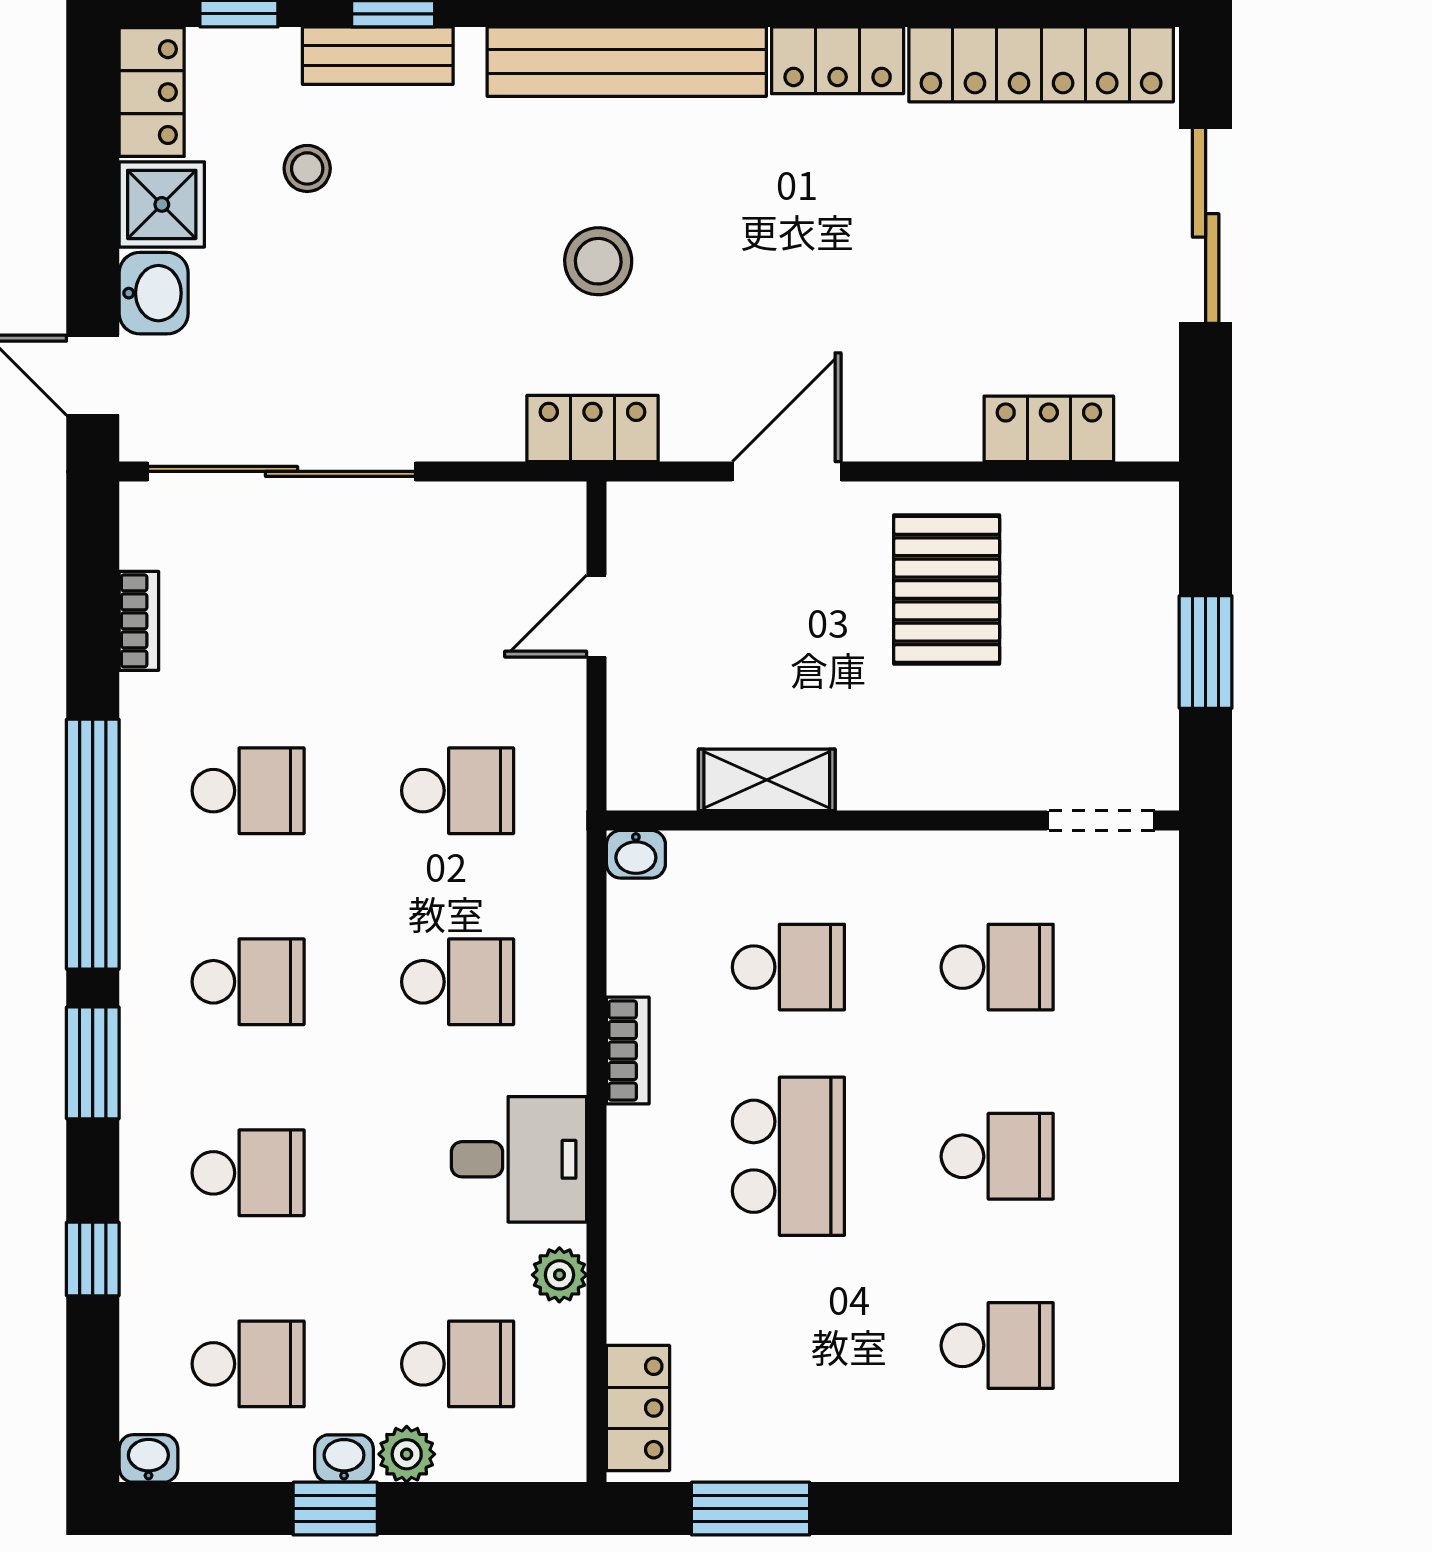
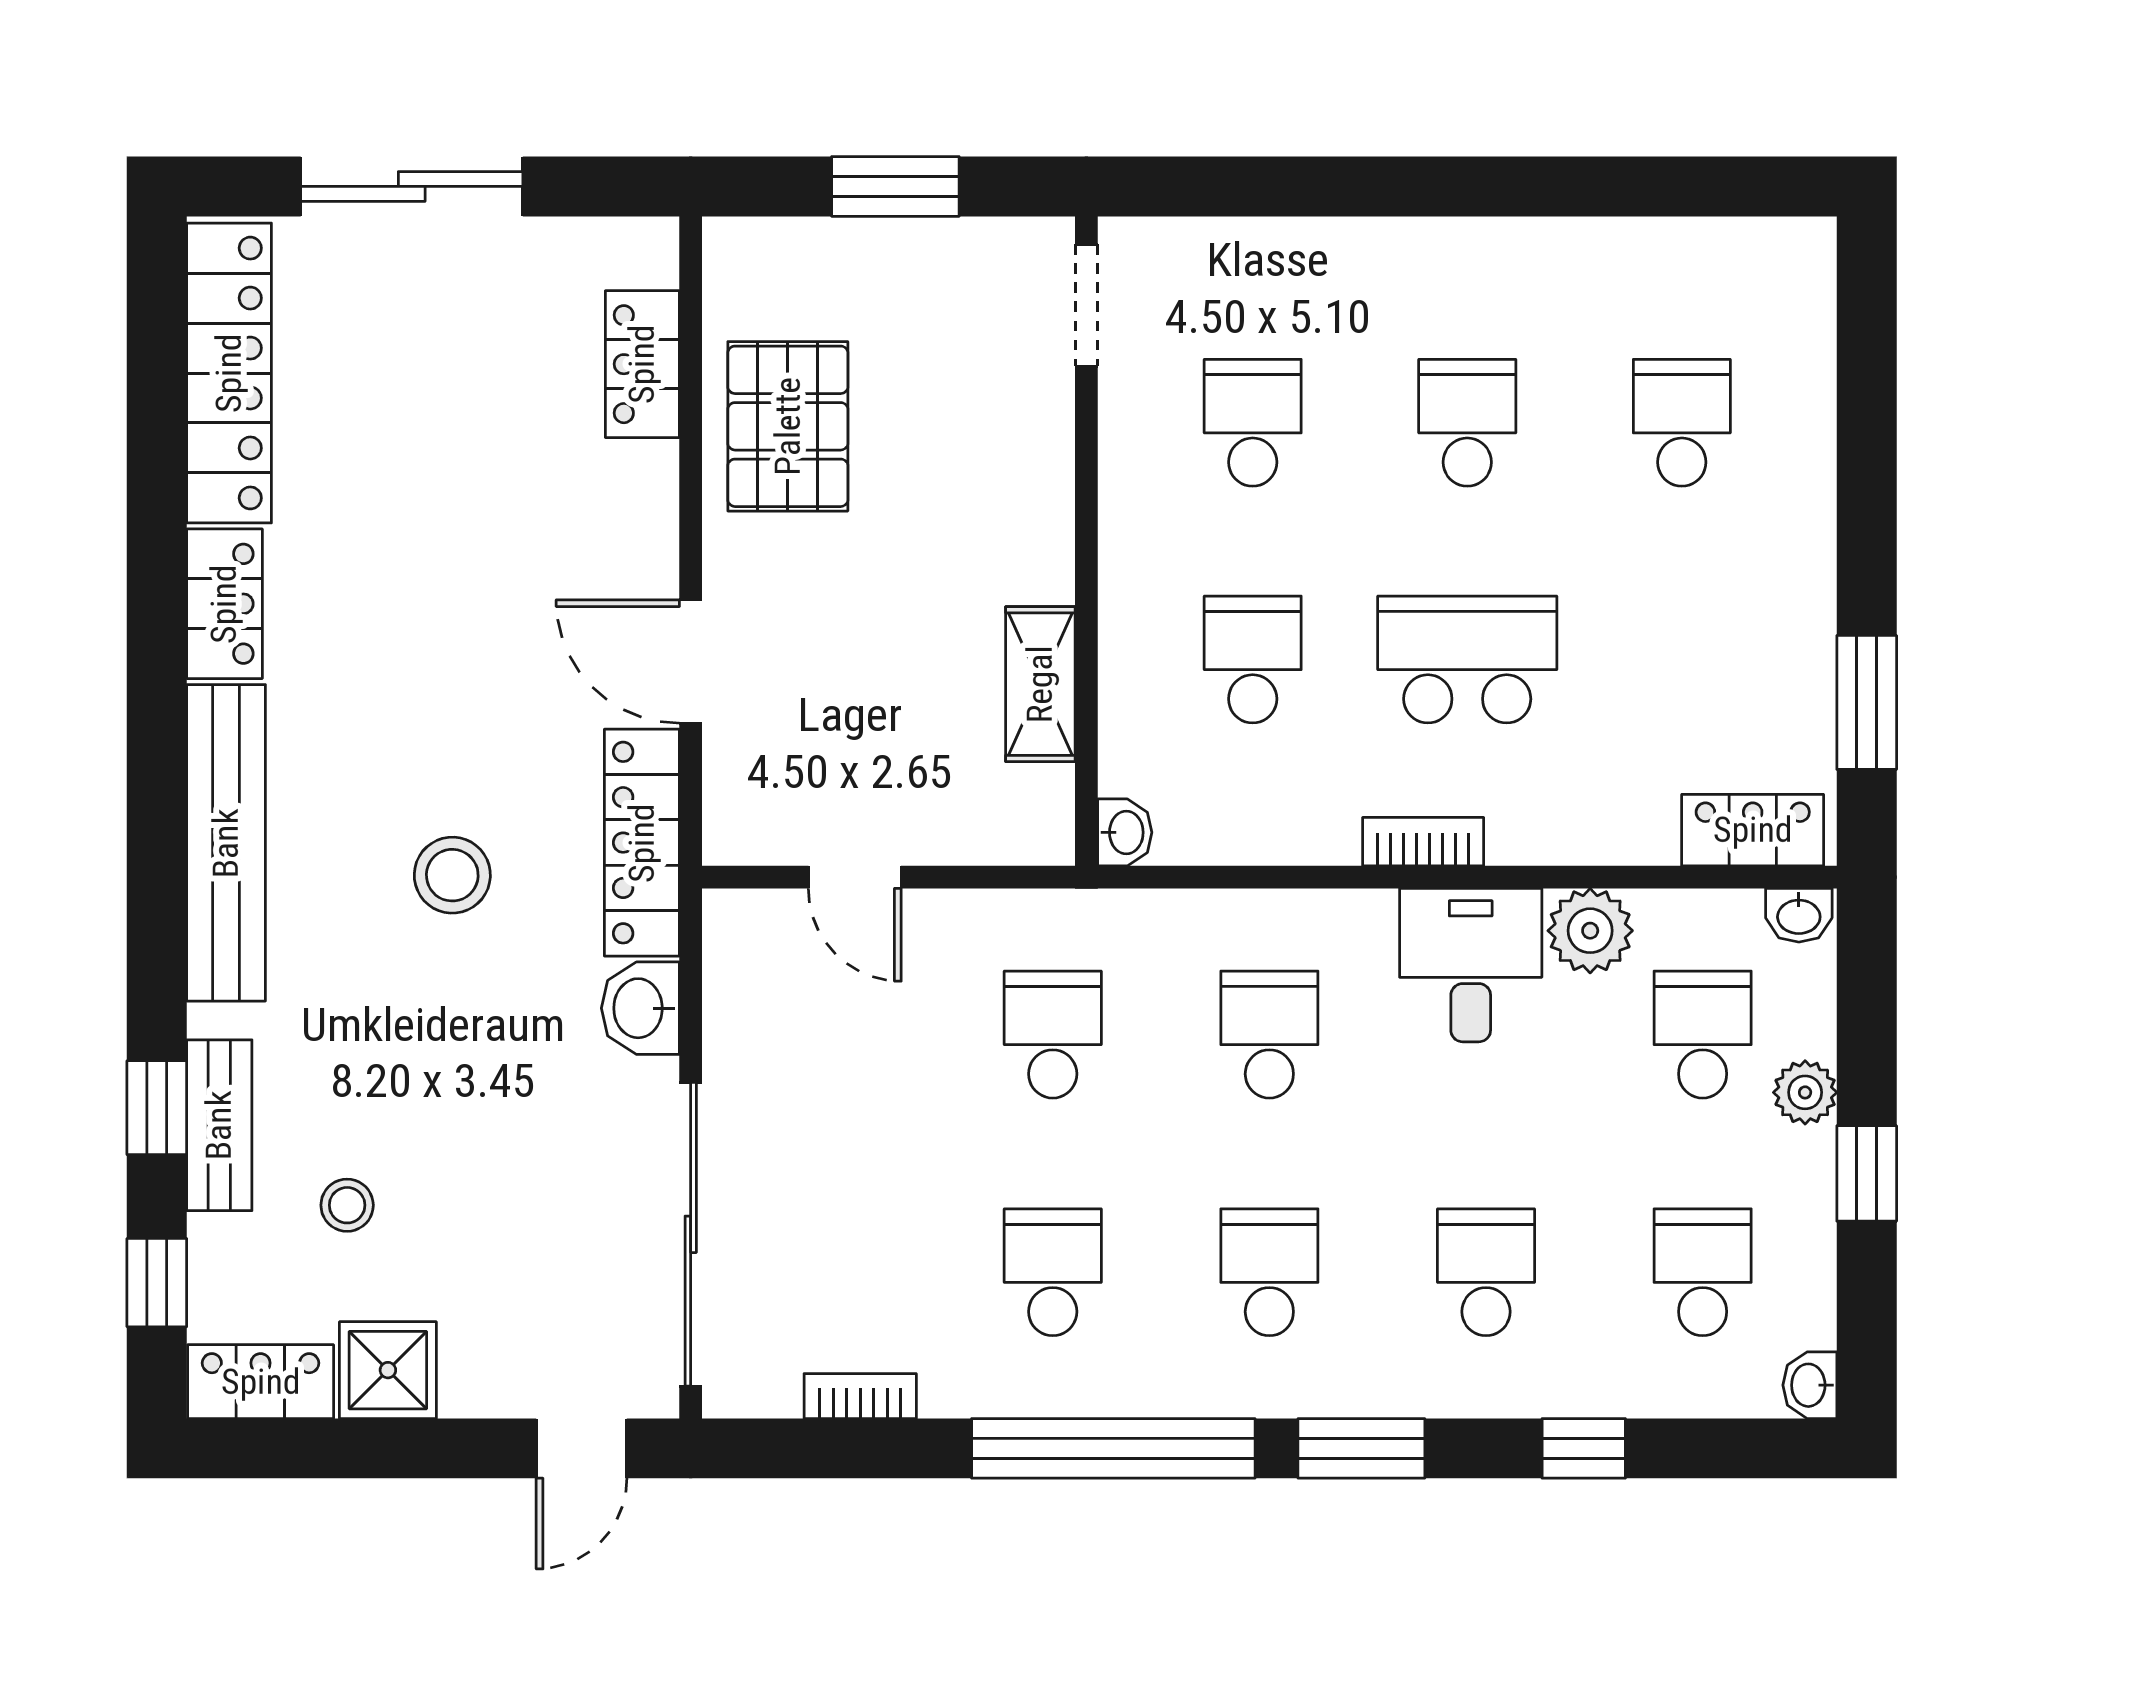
washbasin: (154, 293) -> (640, 1008), moved, turned -90
locker: (592, 428) -> (642, 843), width x1.53
pallet: (947, 589) -> (788, 426), moved, turned 90
bookcase: (628, 1051) -> (1423, 842), moved
plant: (559, 1275) -> (1590, 931), width x1.38, depth x1.38
washbasin: (344, 1458) -> (1799, 915), moved, turned -90

